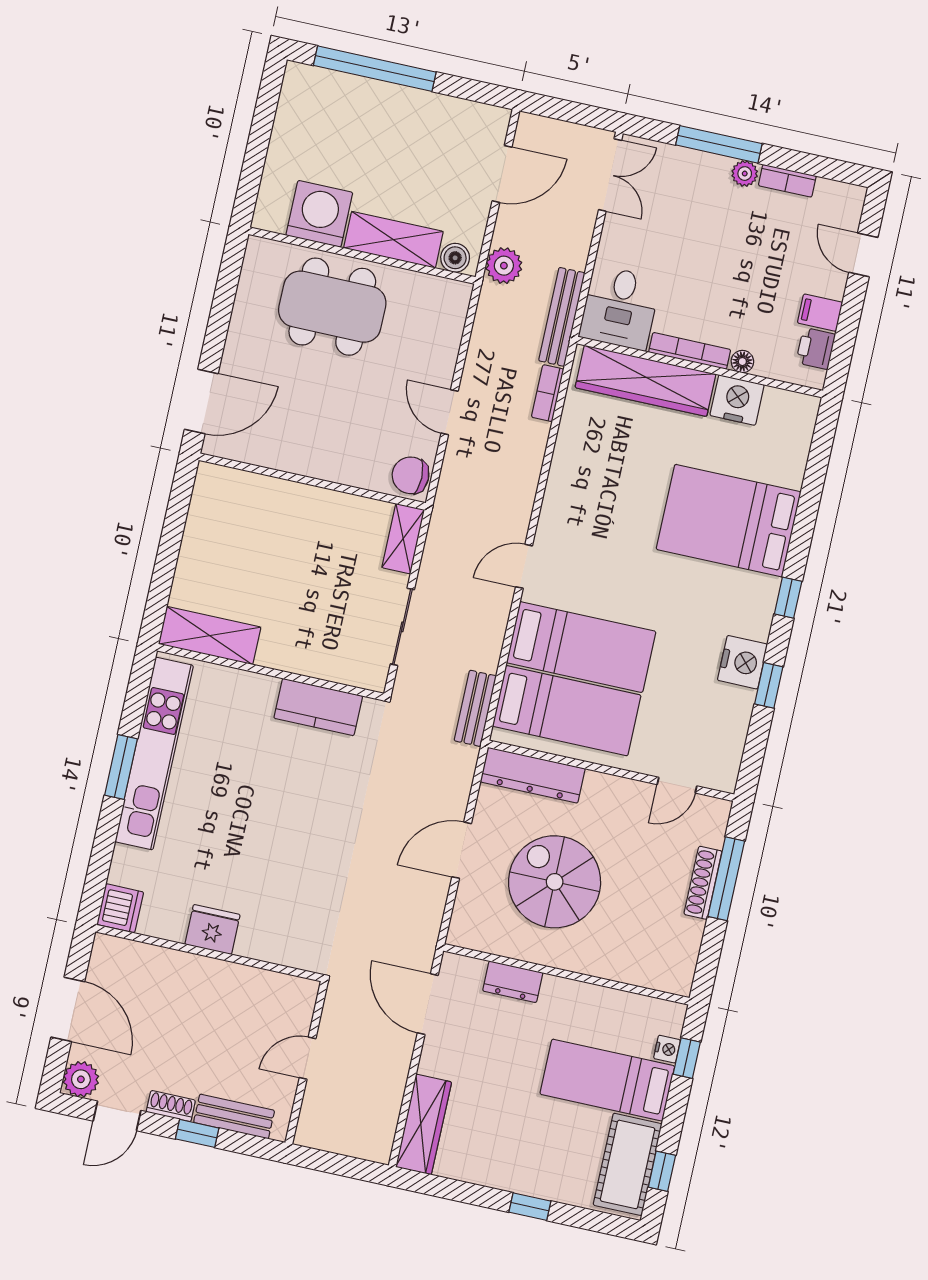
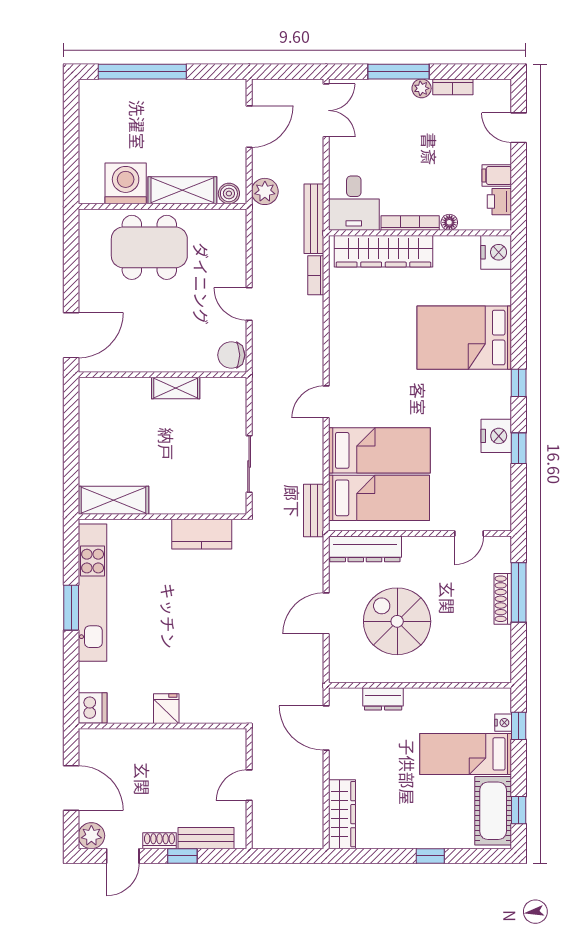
nightstand: (737, 400) -> (496, 252), moved, turned 90
shelving: (403, 539) -> (176, 388), moved, turned 90
fridge: (212, 930) -> (166, 709), width x0.72

